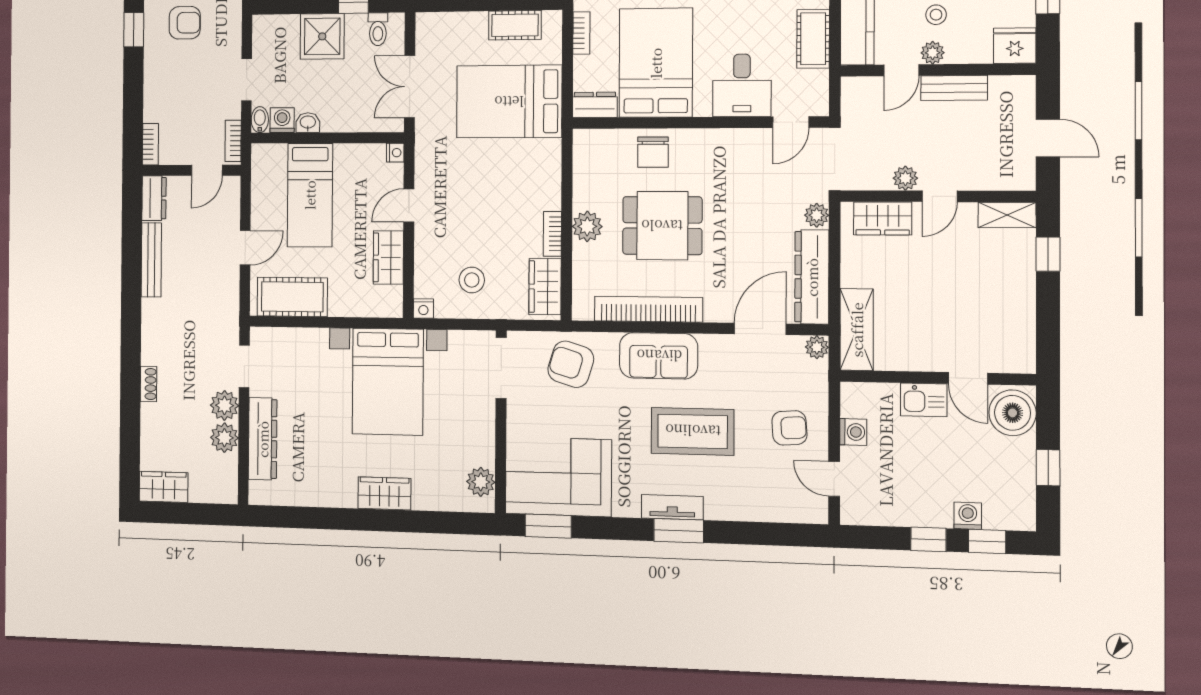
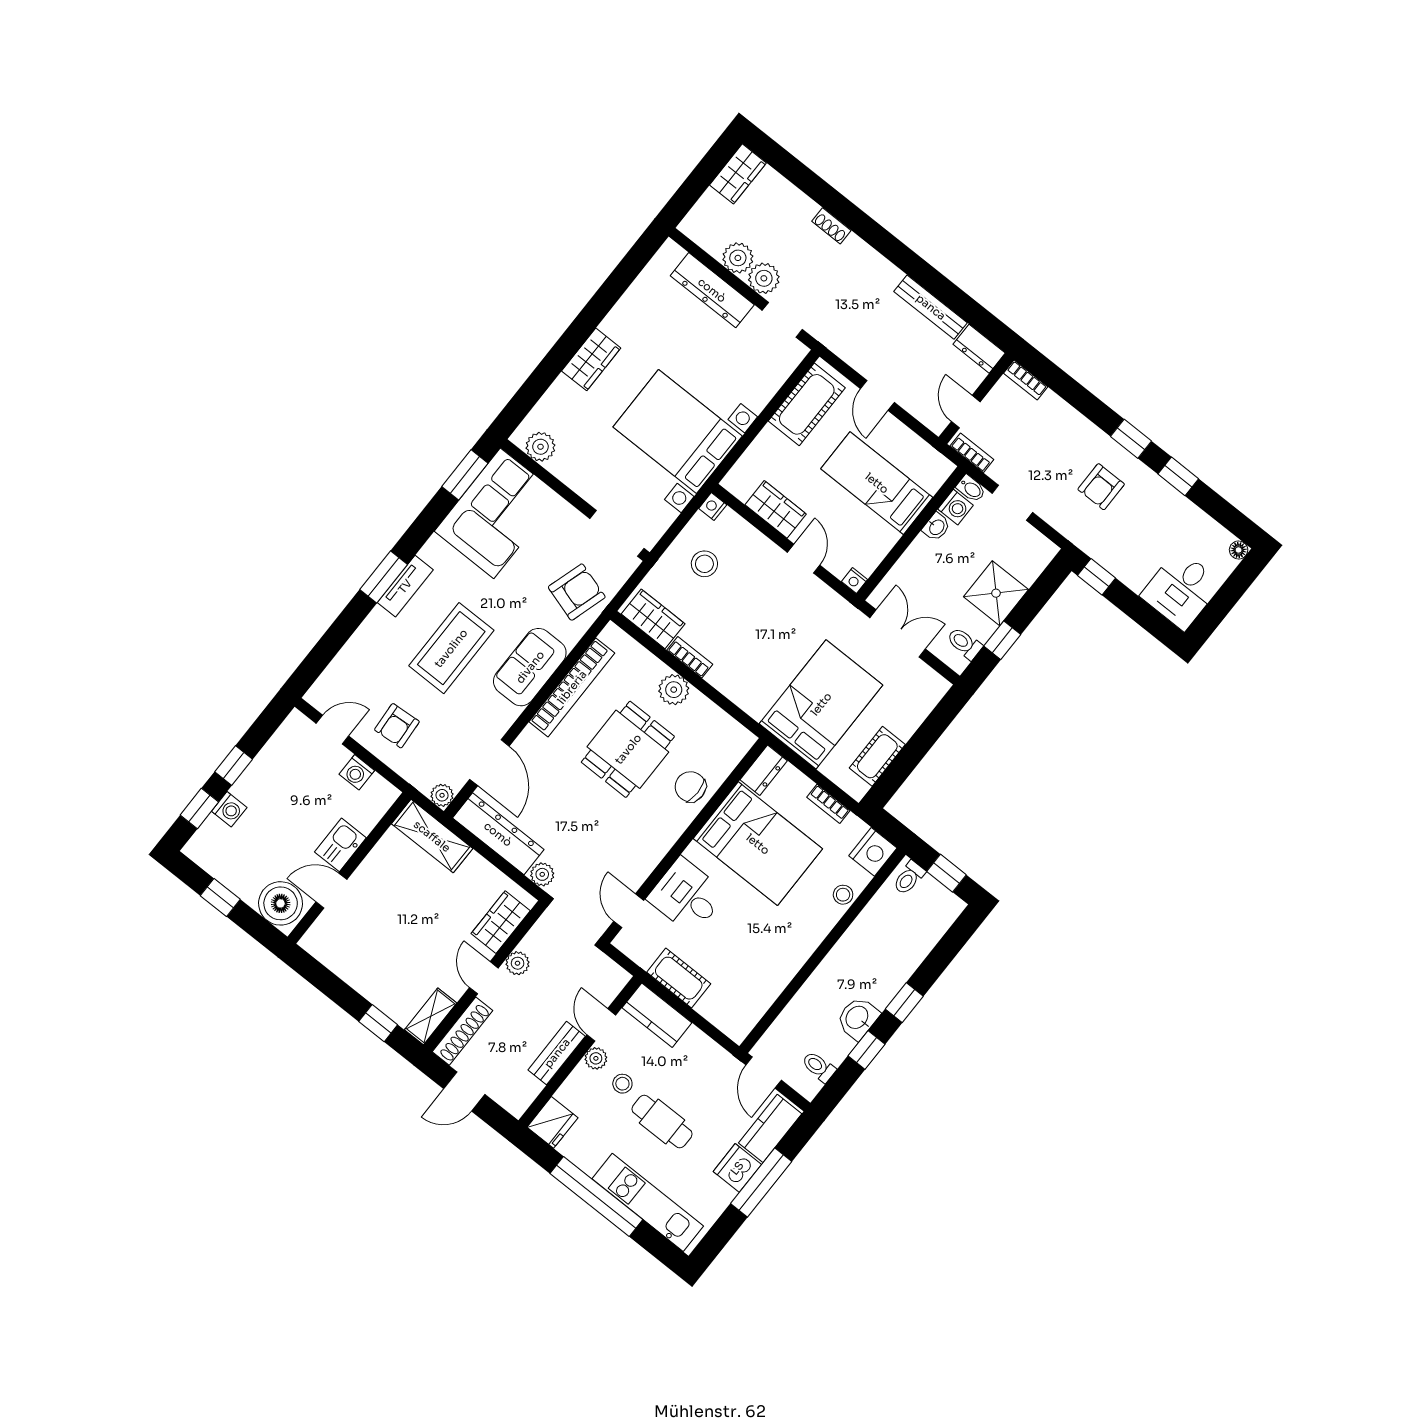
shoe rack: (998, 179) -> (462, 1031), added

